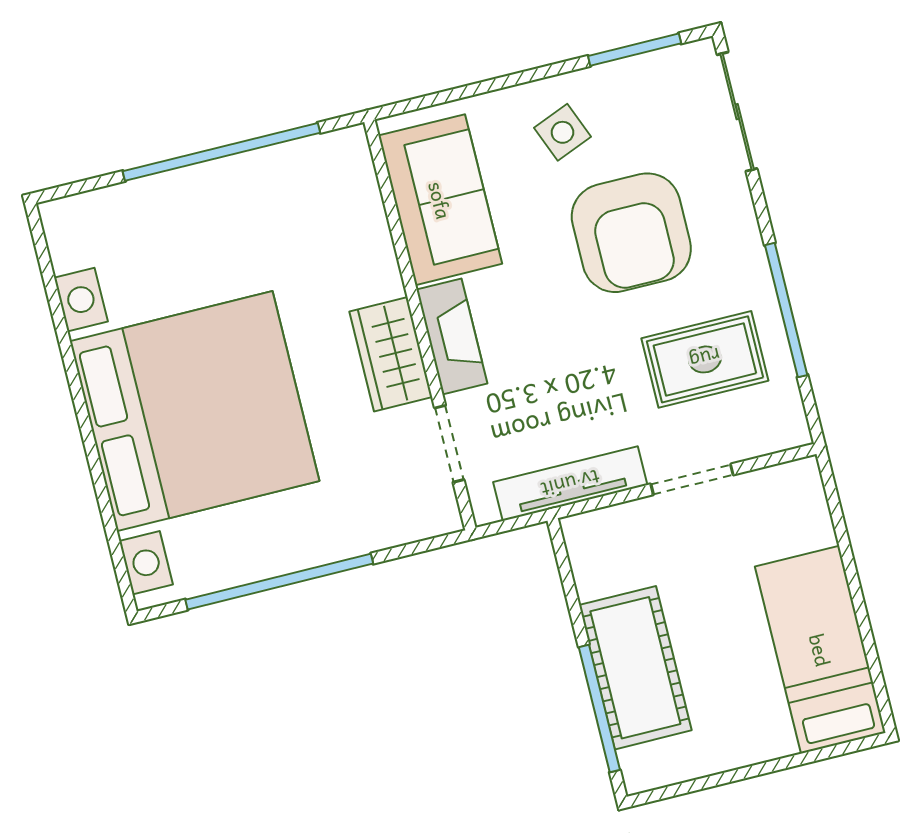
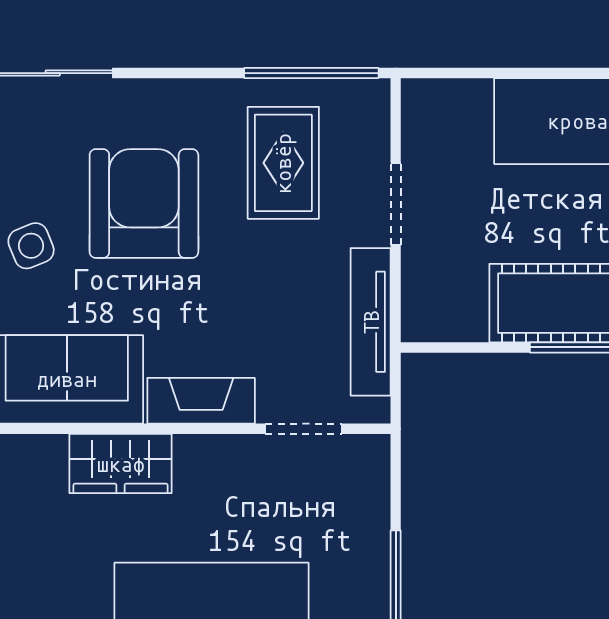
armchair: (631, 233) -> (144, 203), turned -90
window: (786, 310) -> (311, 73), moved
wardrobe: (391, 354) -> (121, 464), moved

